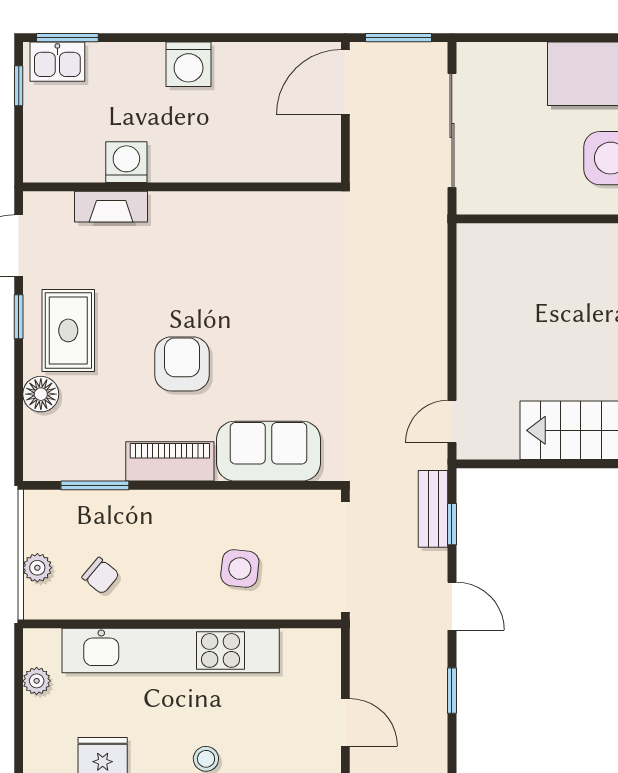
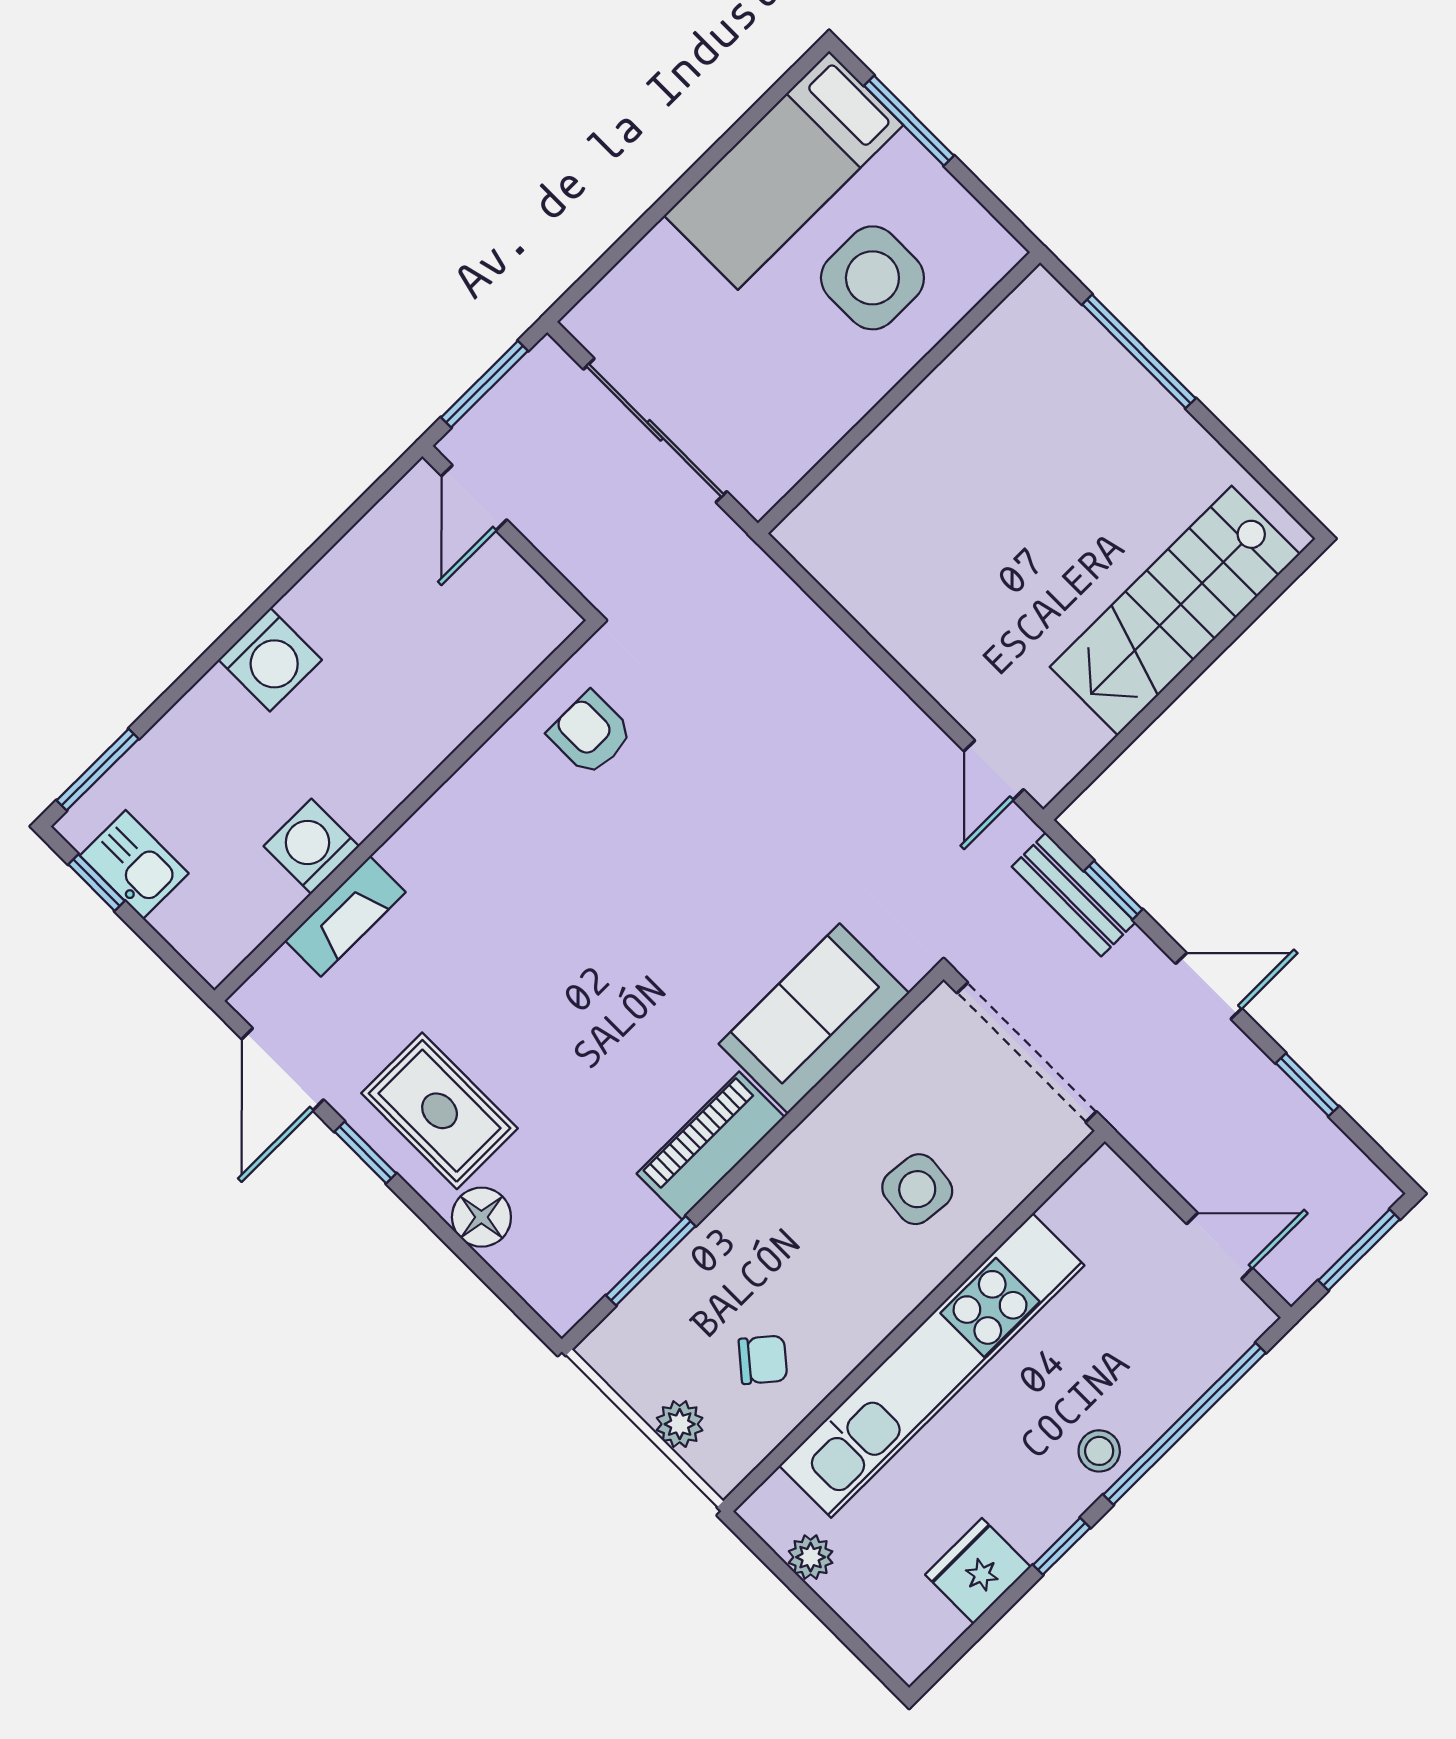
kitchen sink: (57, 62) -> (134, 864), moved, turned -90
door: (345, 82) -> (474, 498), width x0.73
armchair: (182, 364) -> (590, 734), moved, width x0.72, depth x0.72

